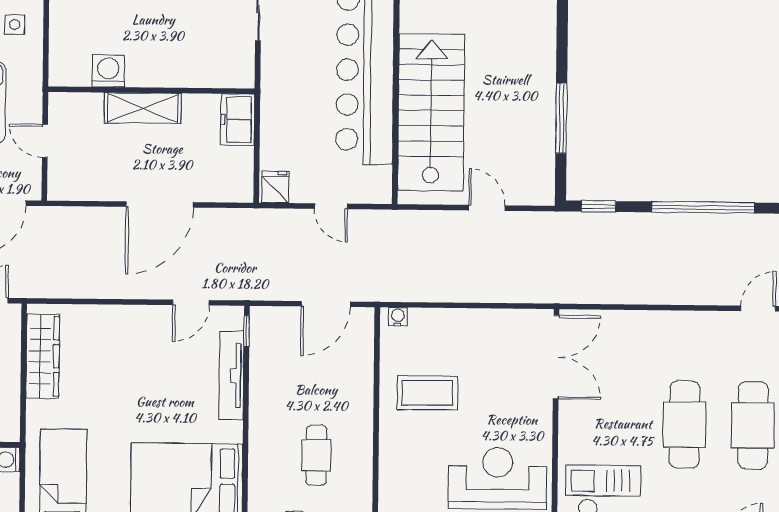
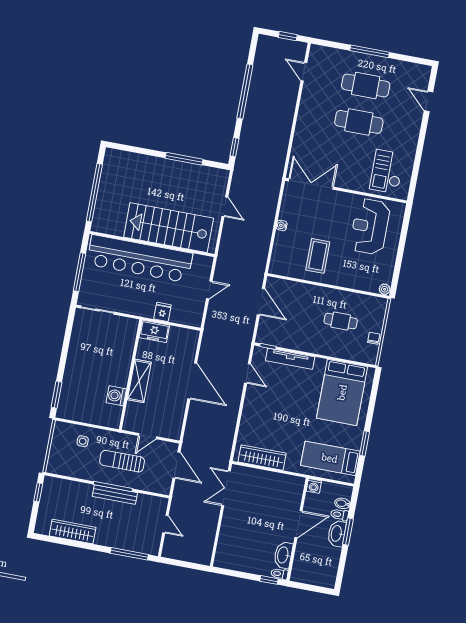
fridge: (275, 187) -> (162, 312), moved, turned 90
door: (487, 208) -> (225, 207), swing flipped
water cooler: (398, 317) -> (282, 225), moved

